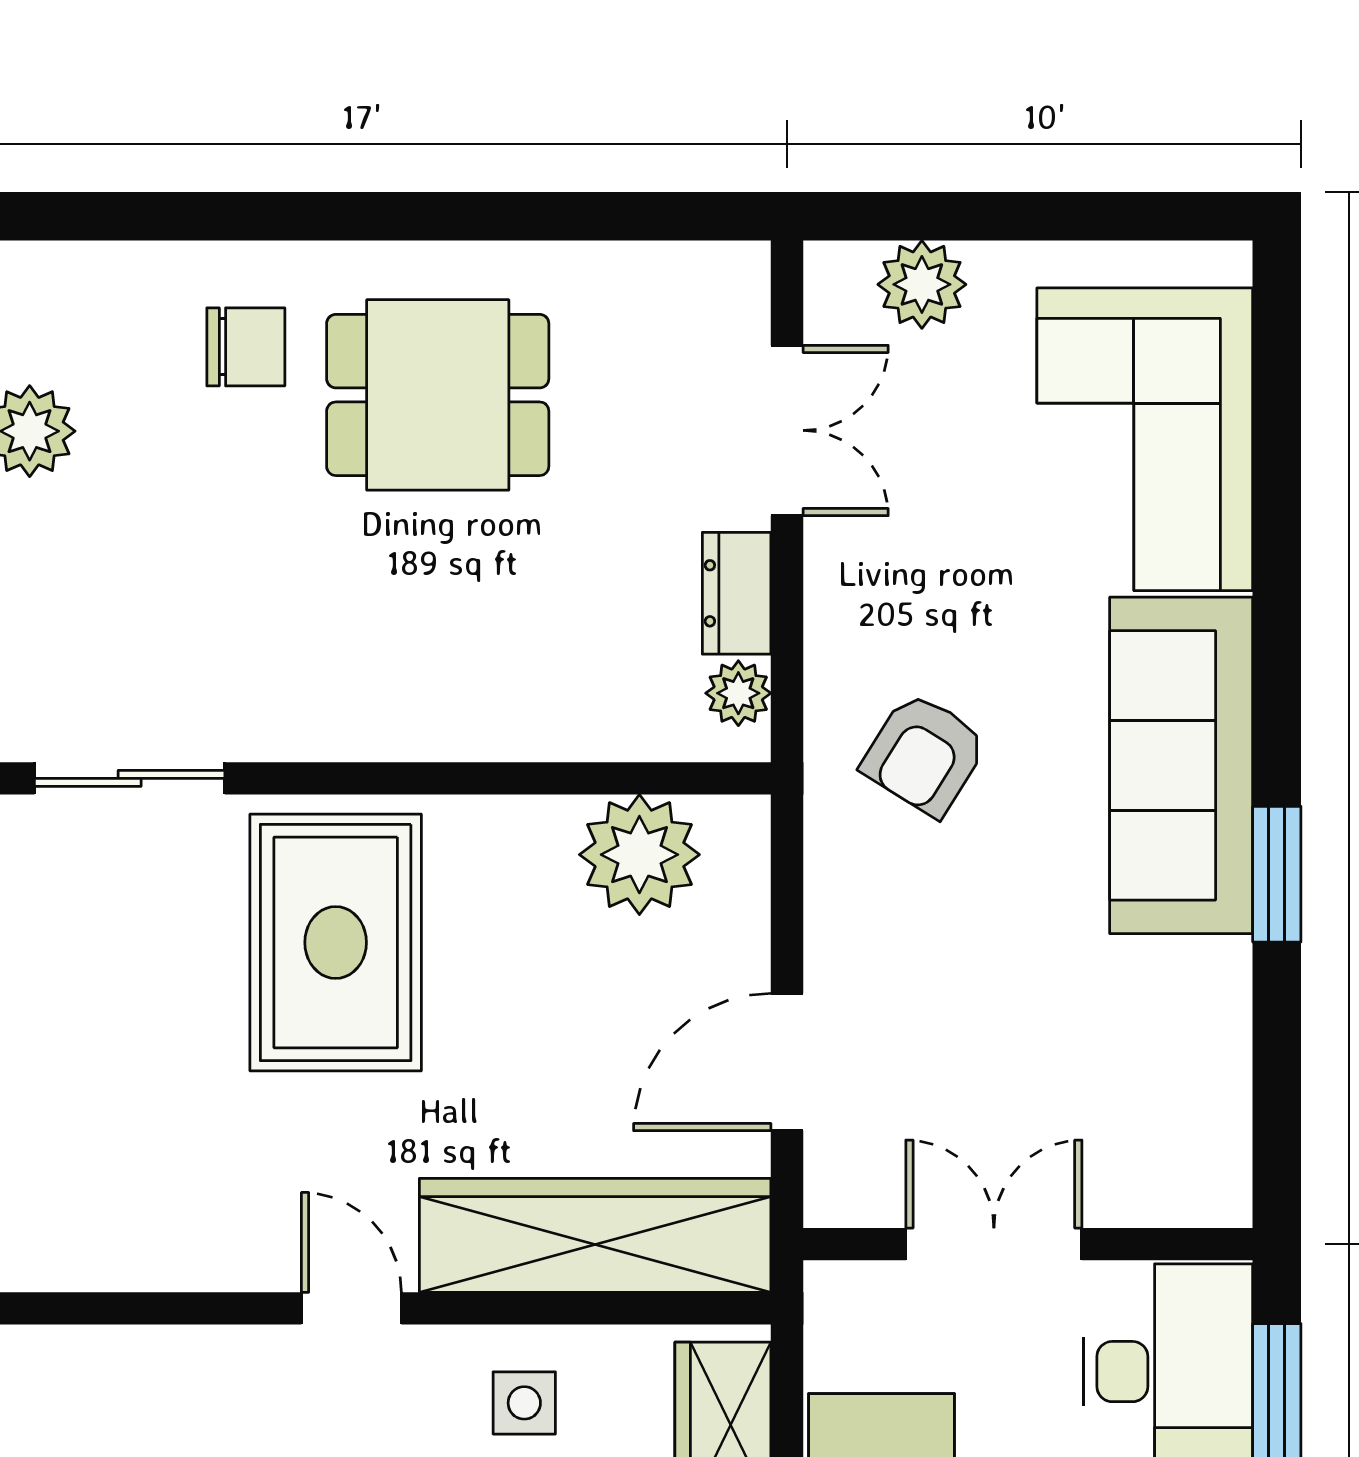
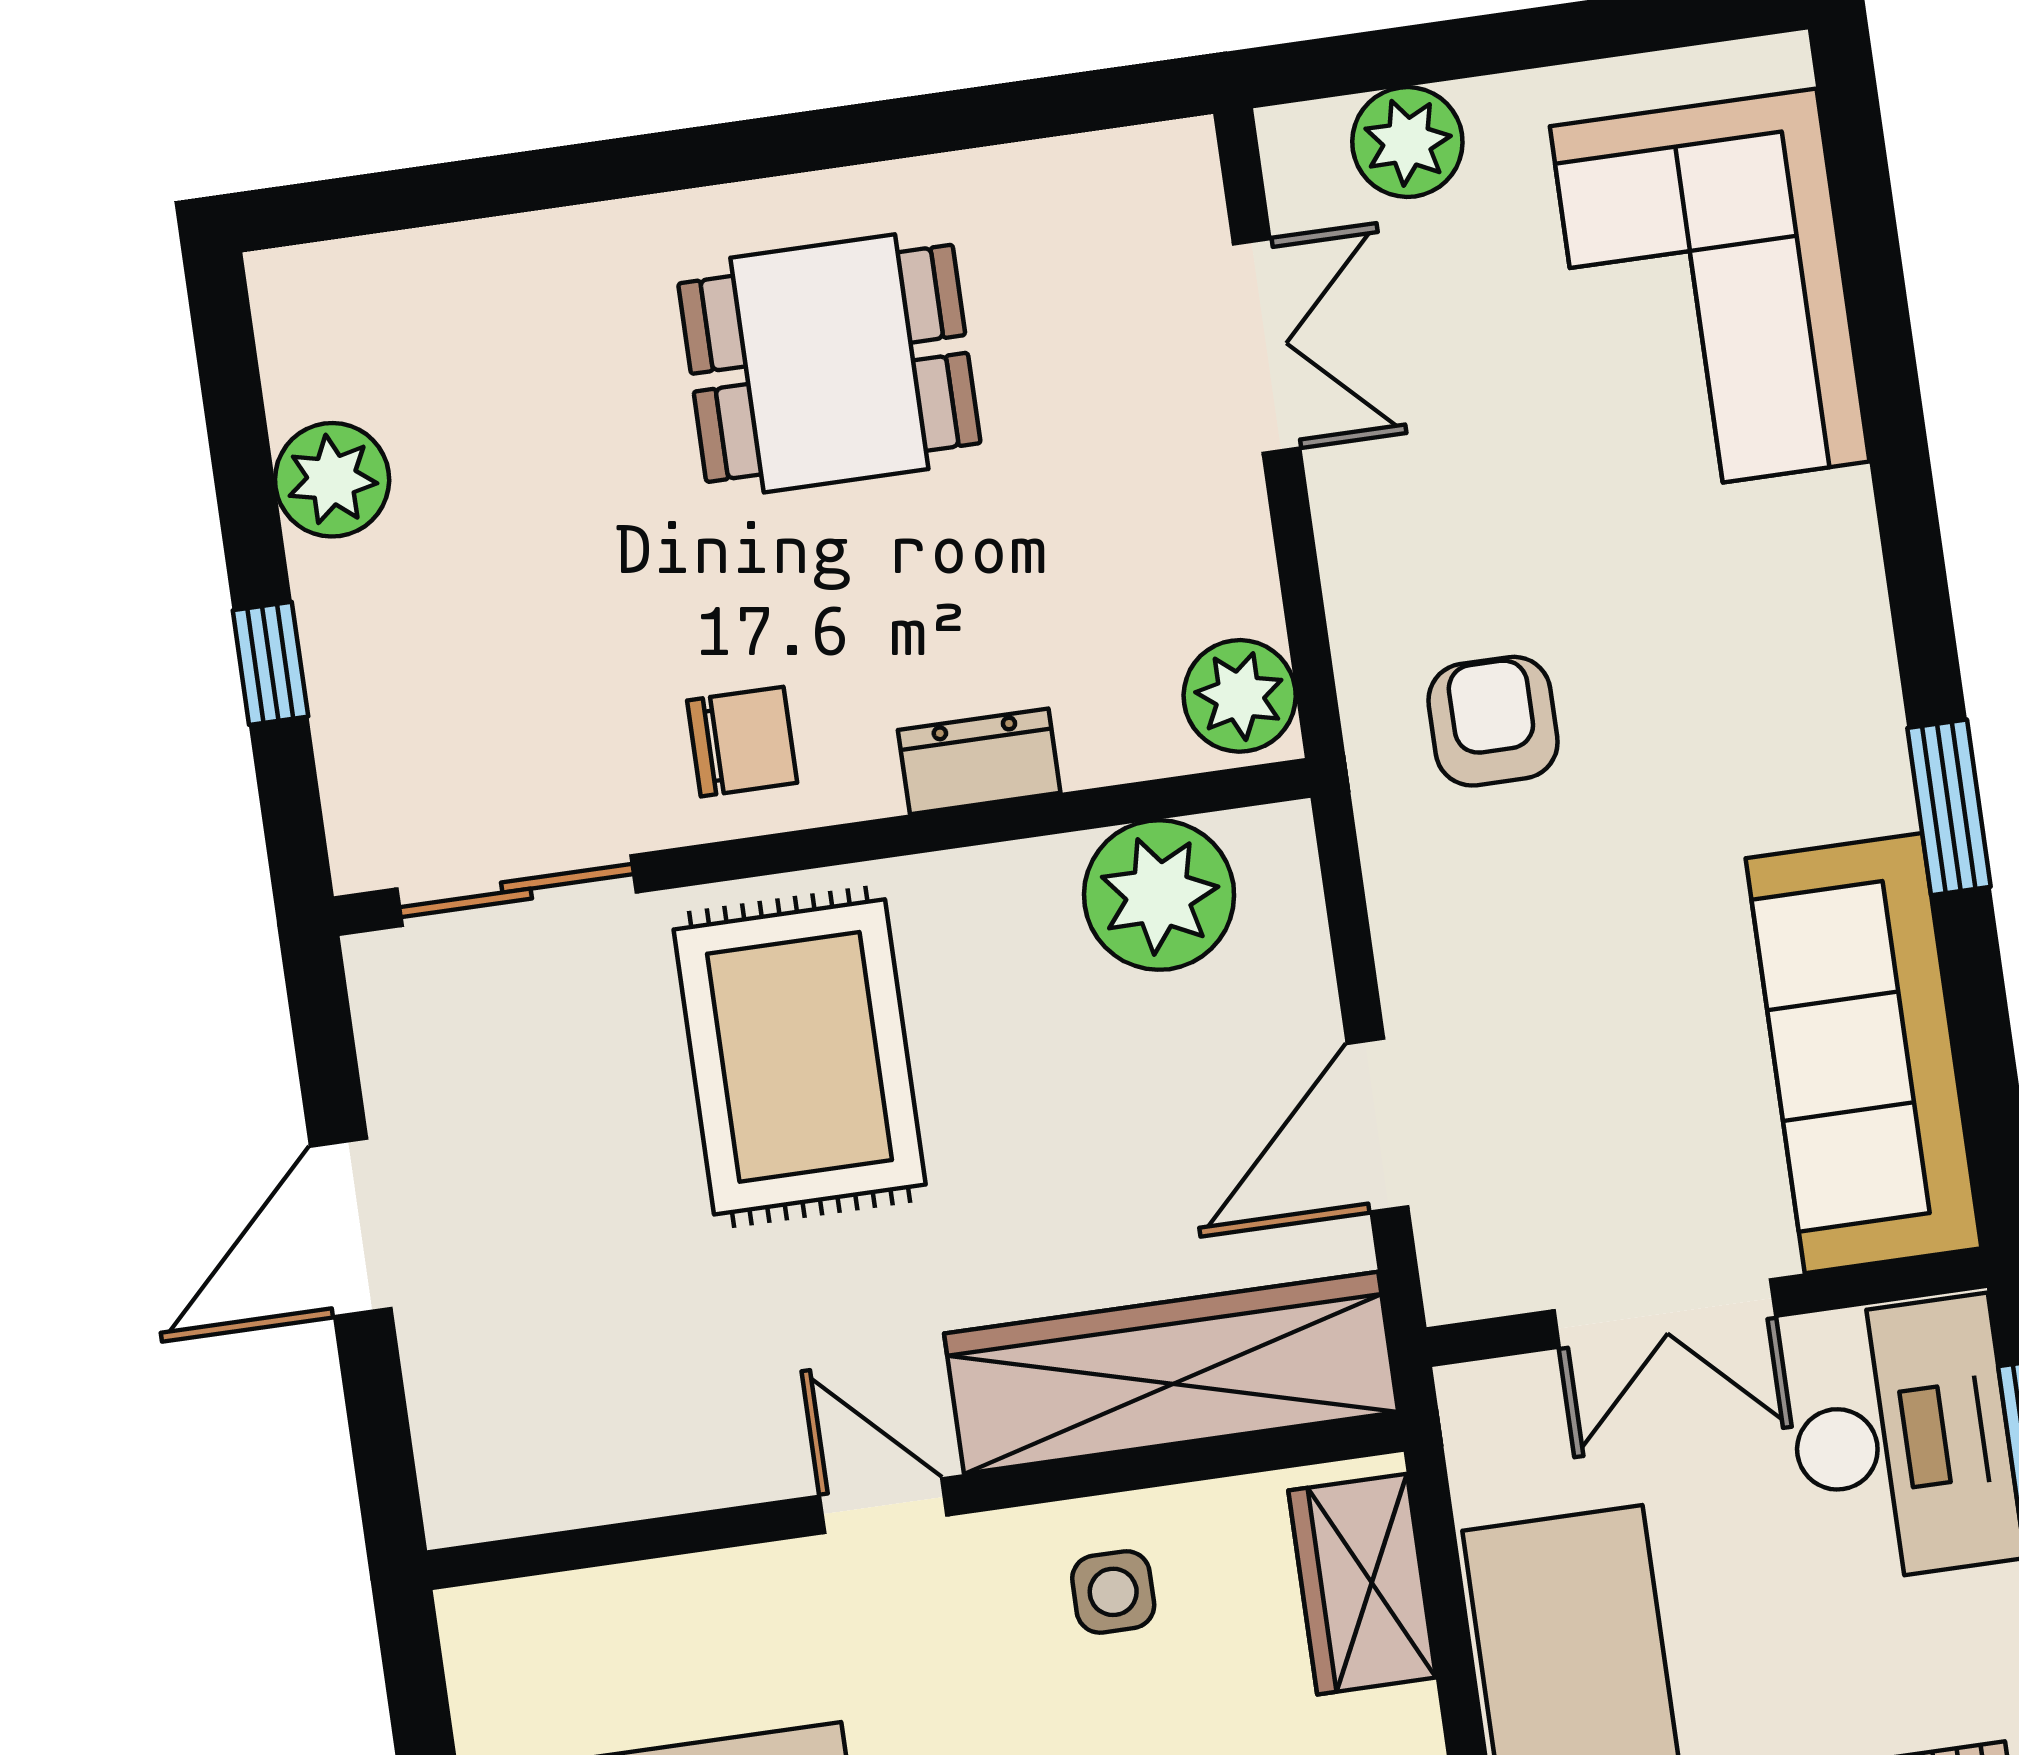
chair: (246, 347) -> (742, 742), moved
dresser: (737, 593) -> (979, 761), moved, turned 90
plant: (738, 693) -> (1240, 696), width x1.38, depth x1.38
armchair: (924, 754) -> (1493, 721), turned 148
sofa: (1181, 765) -> (1864, 1053), moved
double door: (994, 1244) -> (1665, 1314), swing flipped

